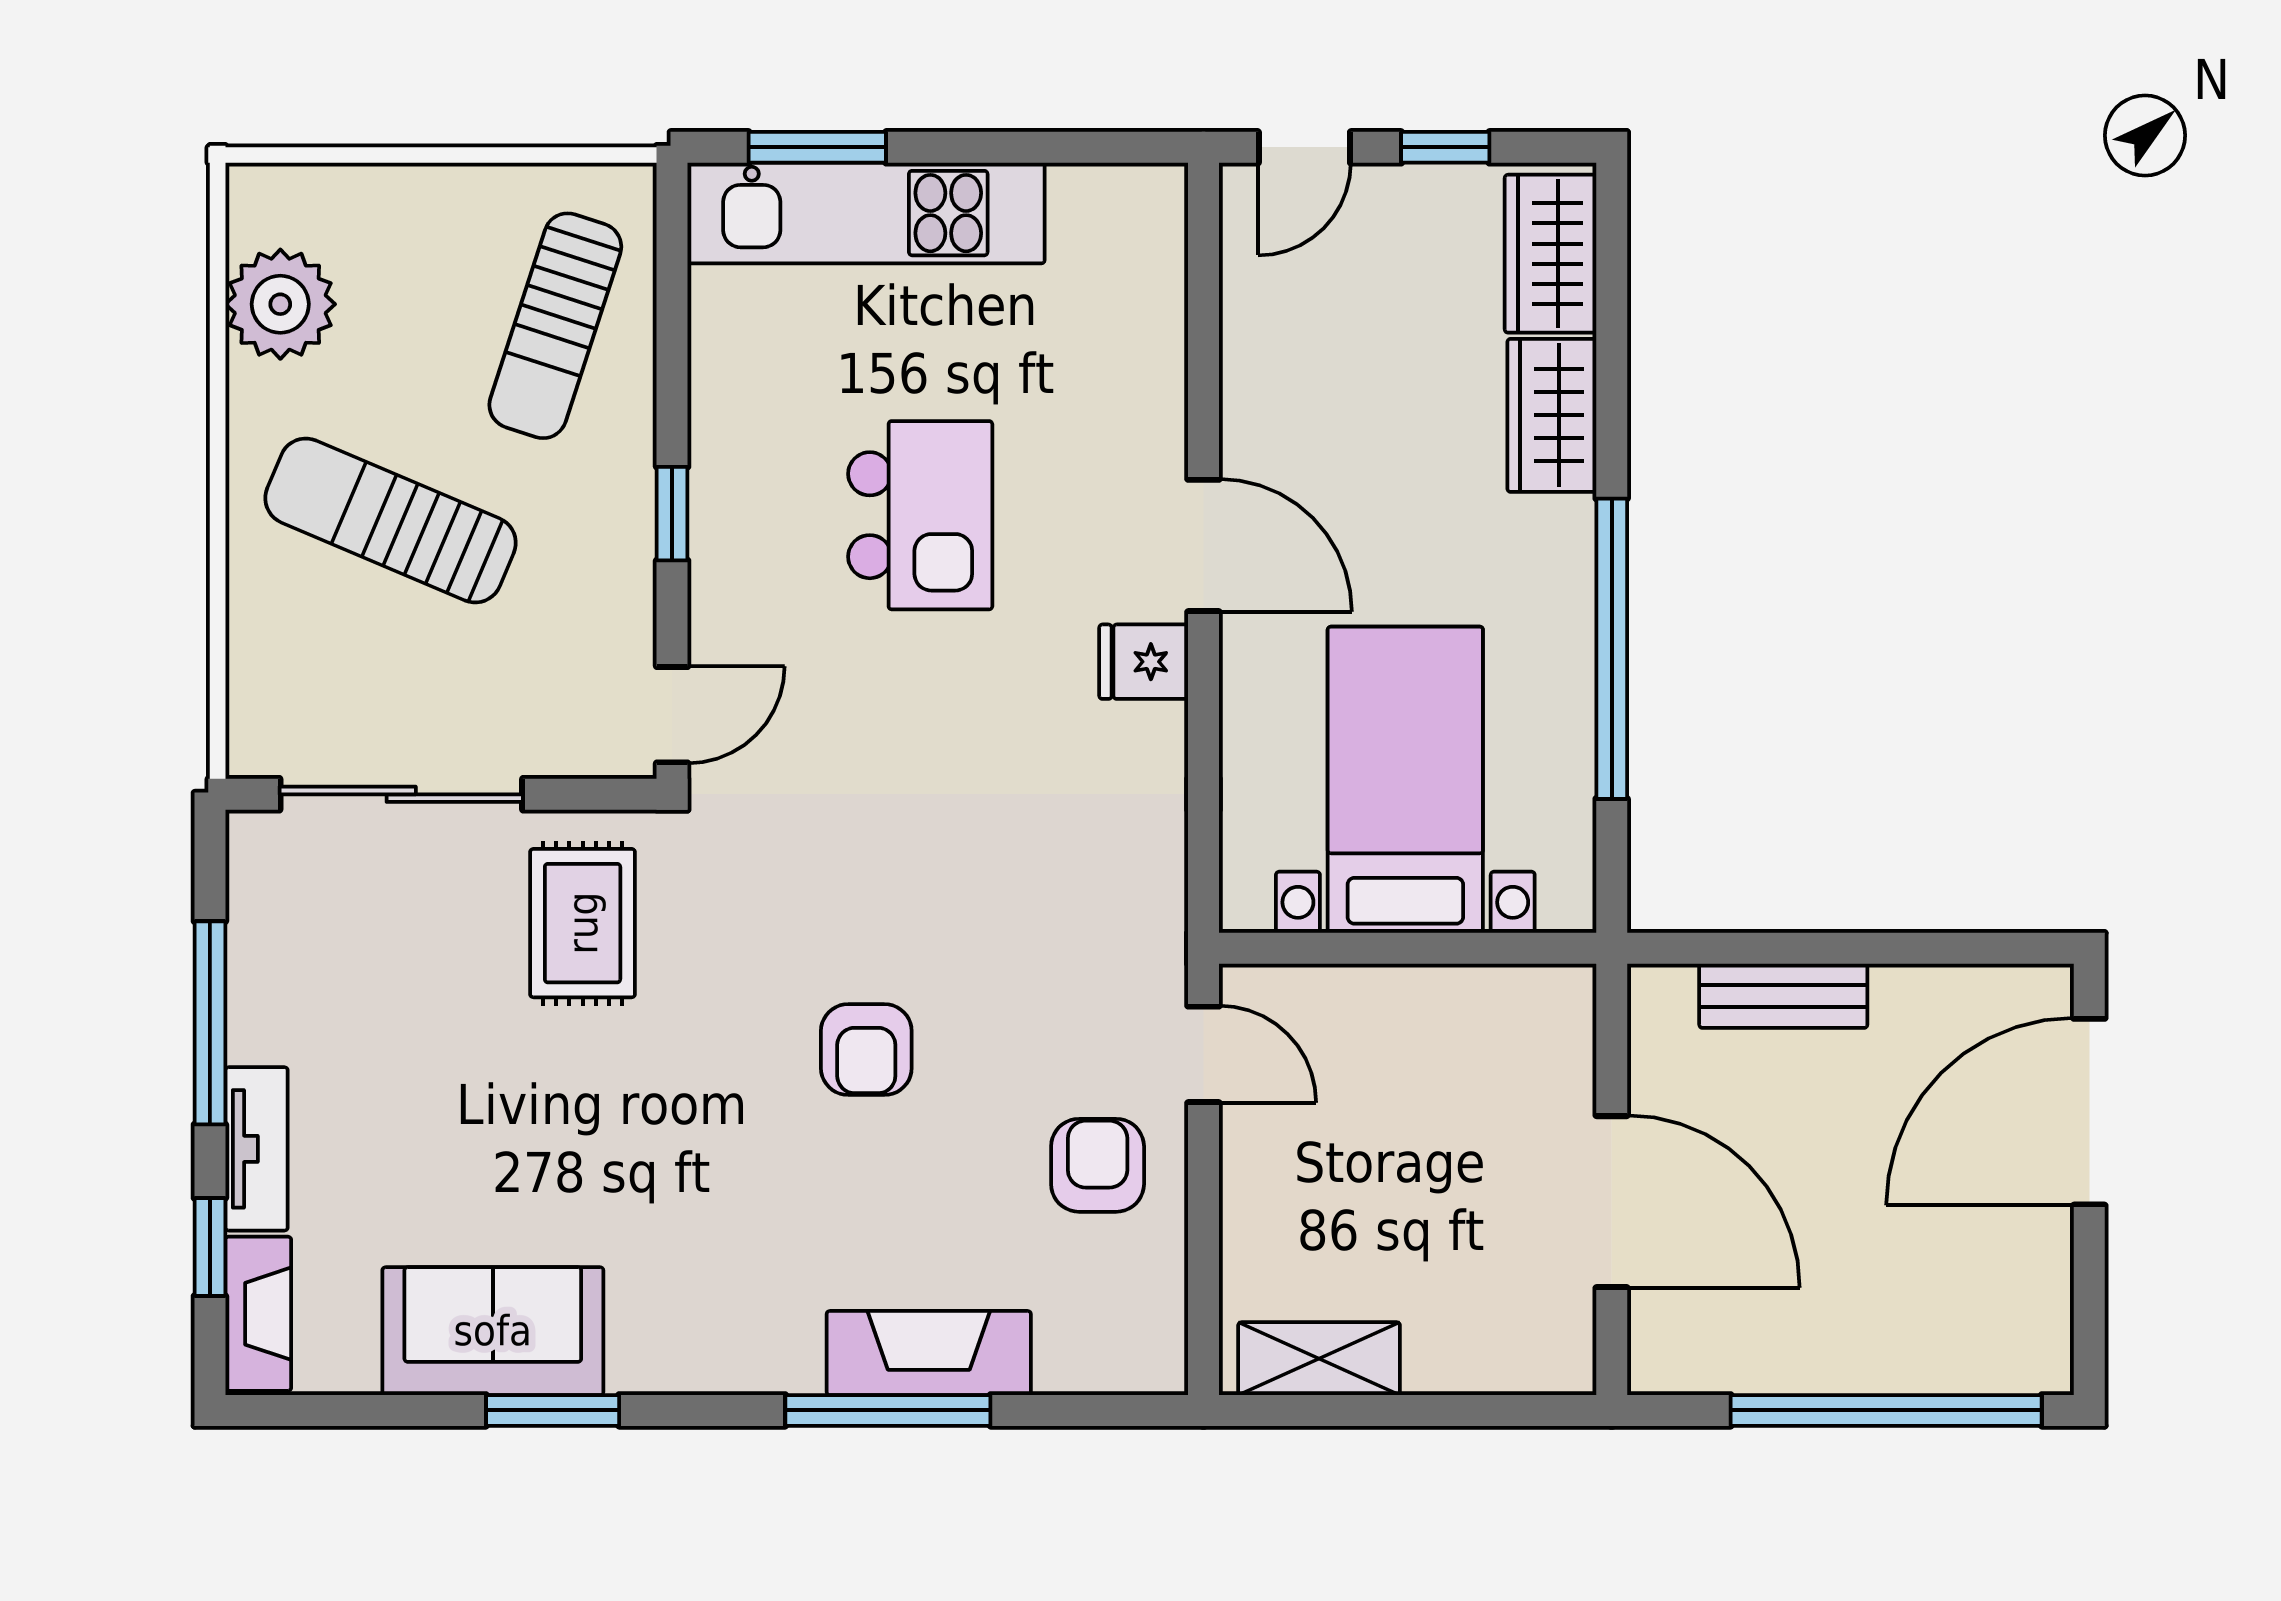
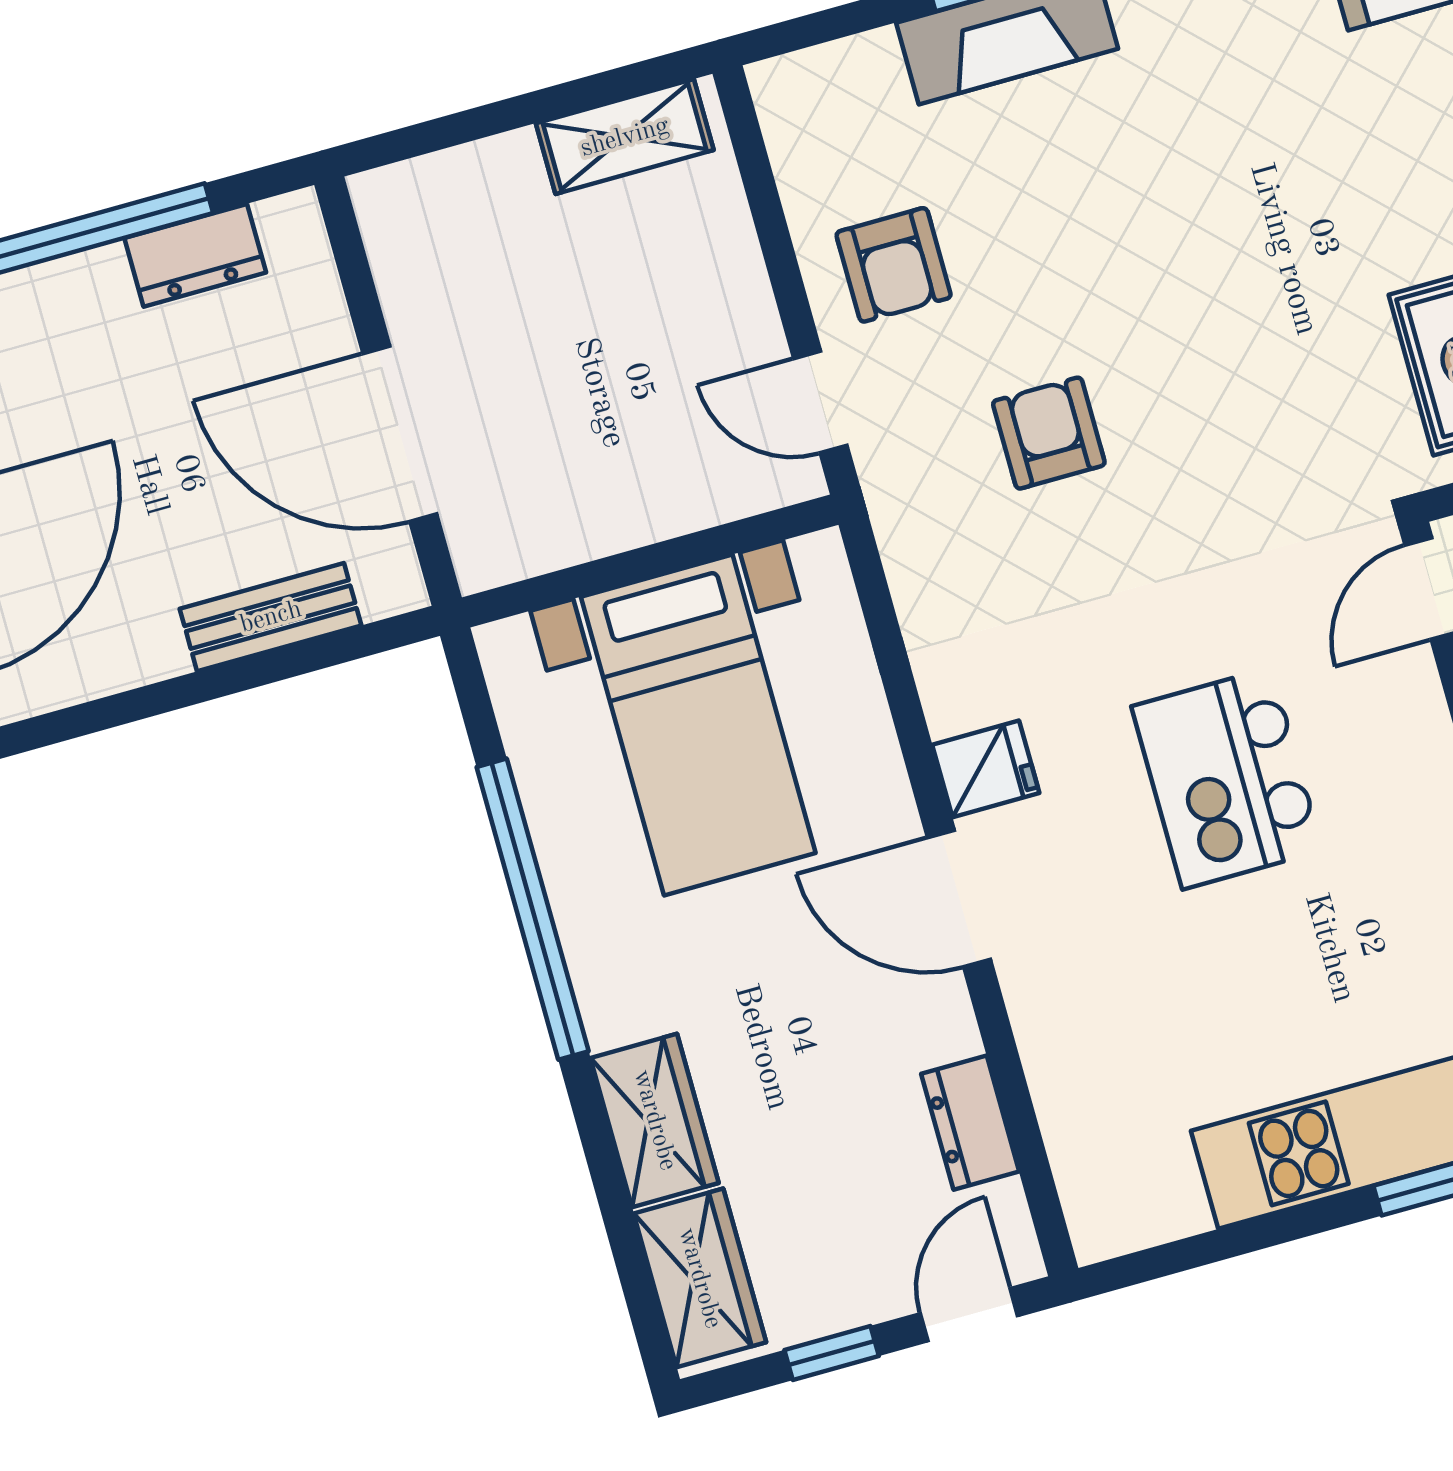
dresser: (1252, 330) -> (970, 1123), added
kitchen island: (920, 515) -> (1227, 778), moved
armchair: (866, 1050) -> (1049, 433), moved
door: (1612, 1202) -> (400, 434), moved
dresser: (1759, 1360) -> (195, 255), added

